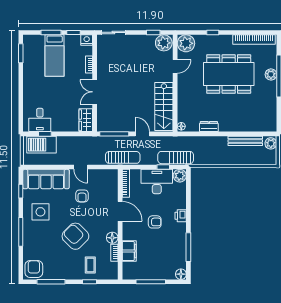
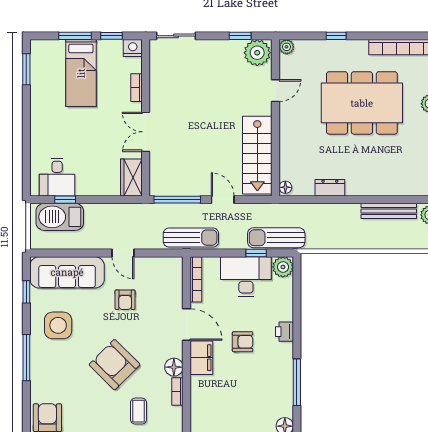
plant: (186, 43) -> (287, 47), width x0.53, depth x0.53
filing cabinet: (129, 251) -> (201, 358), moved

